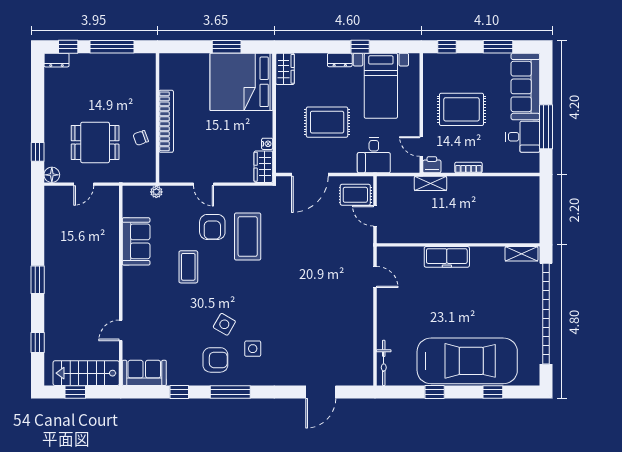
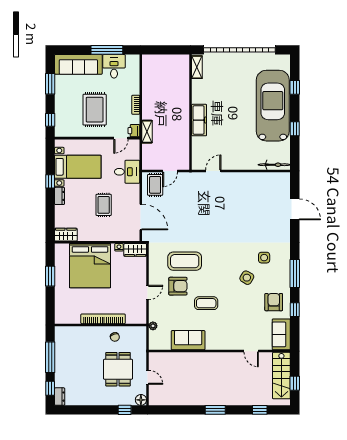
bed: (241, 82) -> (90, 266), moved
rug: (327, 122) -> (104, 205), width x0.73, depth x0.70
armchair: (215, 360) -> (274, 302), moved

